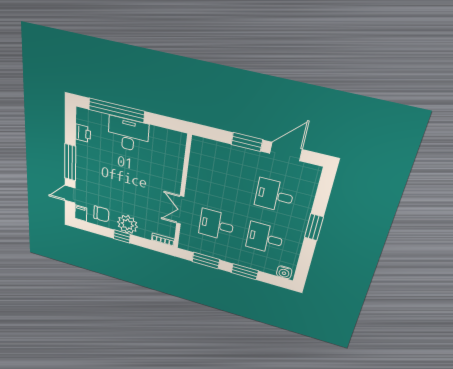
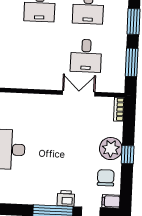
printer: (83, 133) -> (66, 198), moved
double door: (180, 210) -> (79, 93), swing flipped

